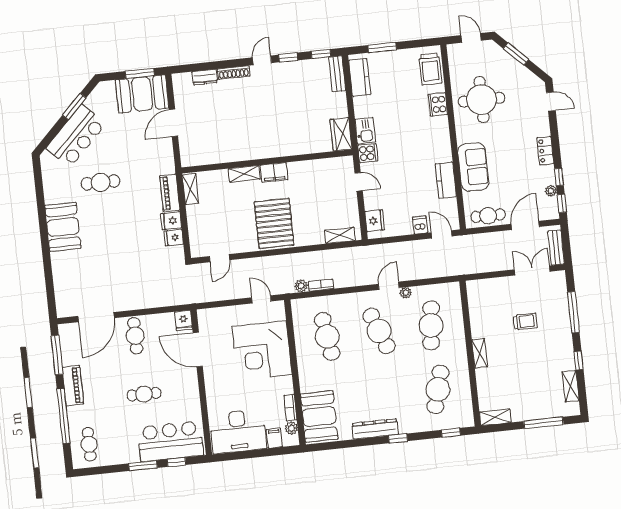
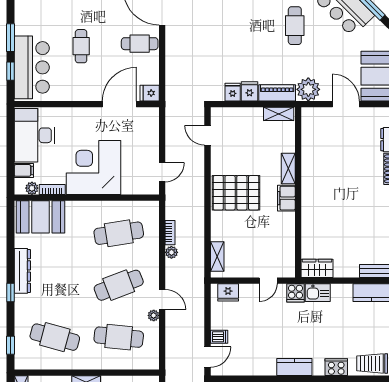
plant: (163, 162) -> (308, 89), added
kitchen counter: (446, 180) -> (294, 367), moved
plant: (301, 286) -> (171, 252), moved
corner desk: (262, 350) -> (93, 168), moved

